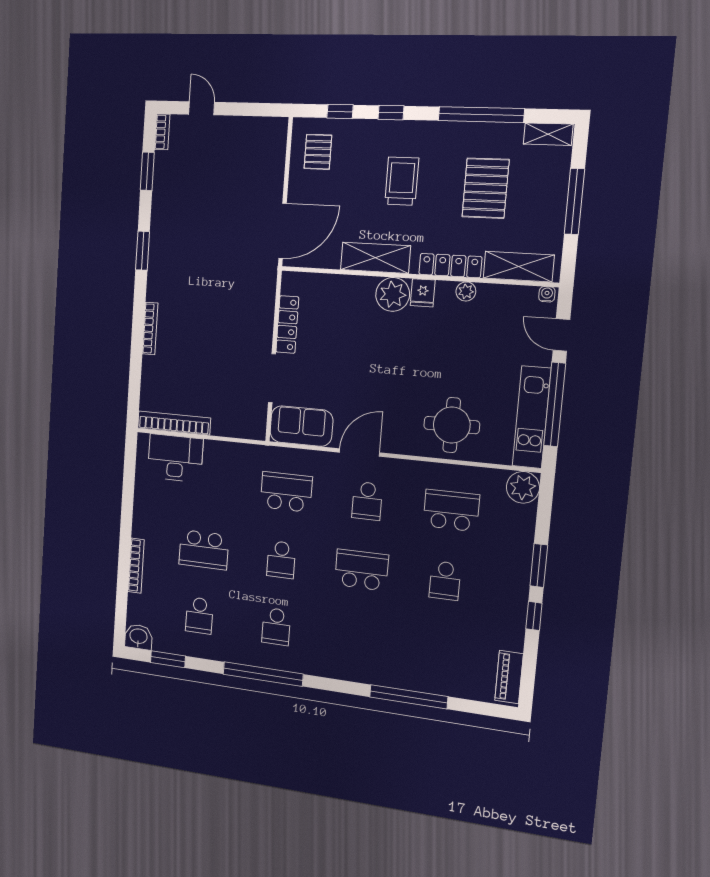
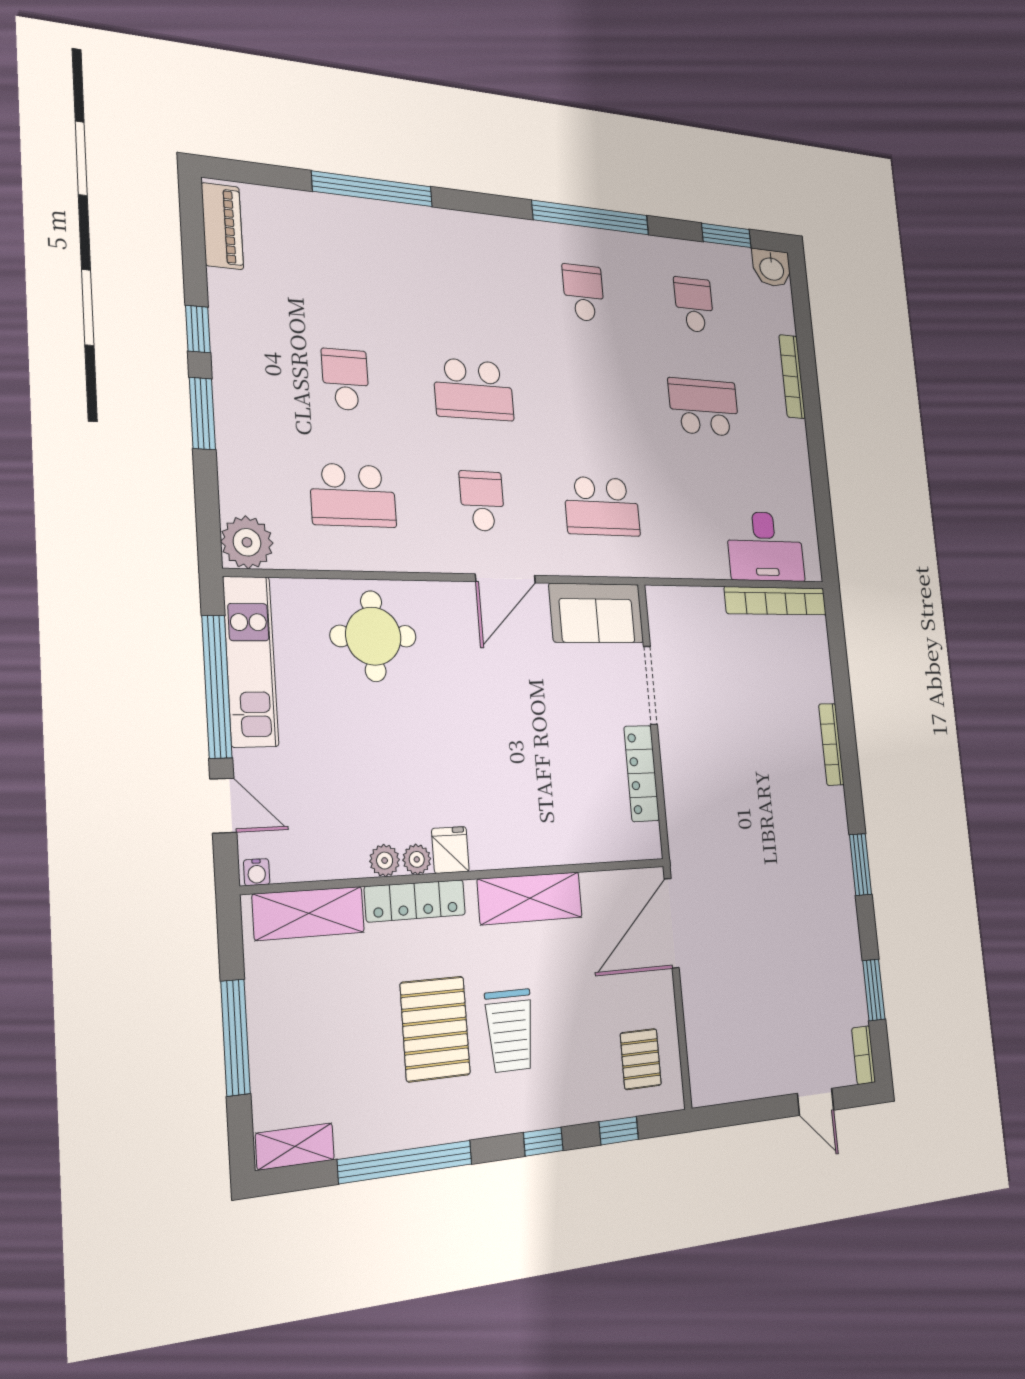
pallet: (486, 188) -> (435, 1029), moved
plant: (393, 294) -> (417, 859), moved, width x0.53, depth x0.53
school desk: (281, 560) -> (593, 399), removed

